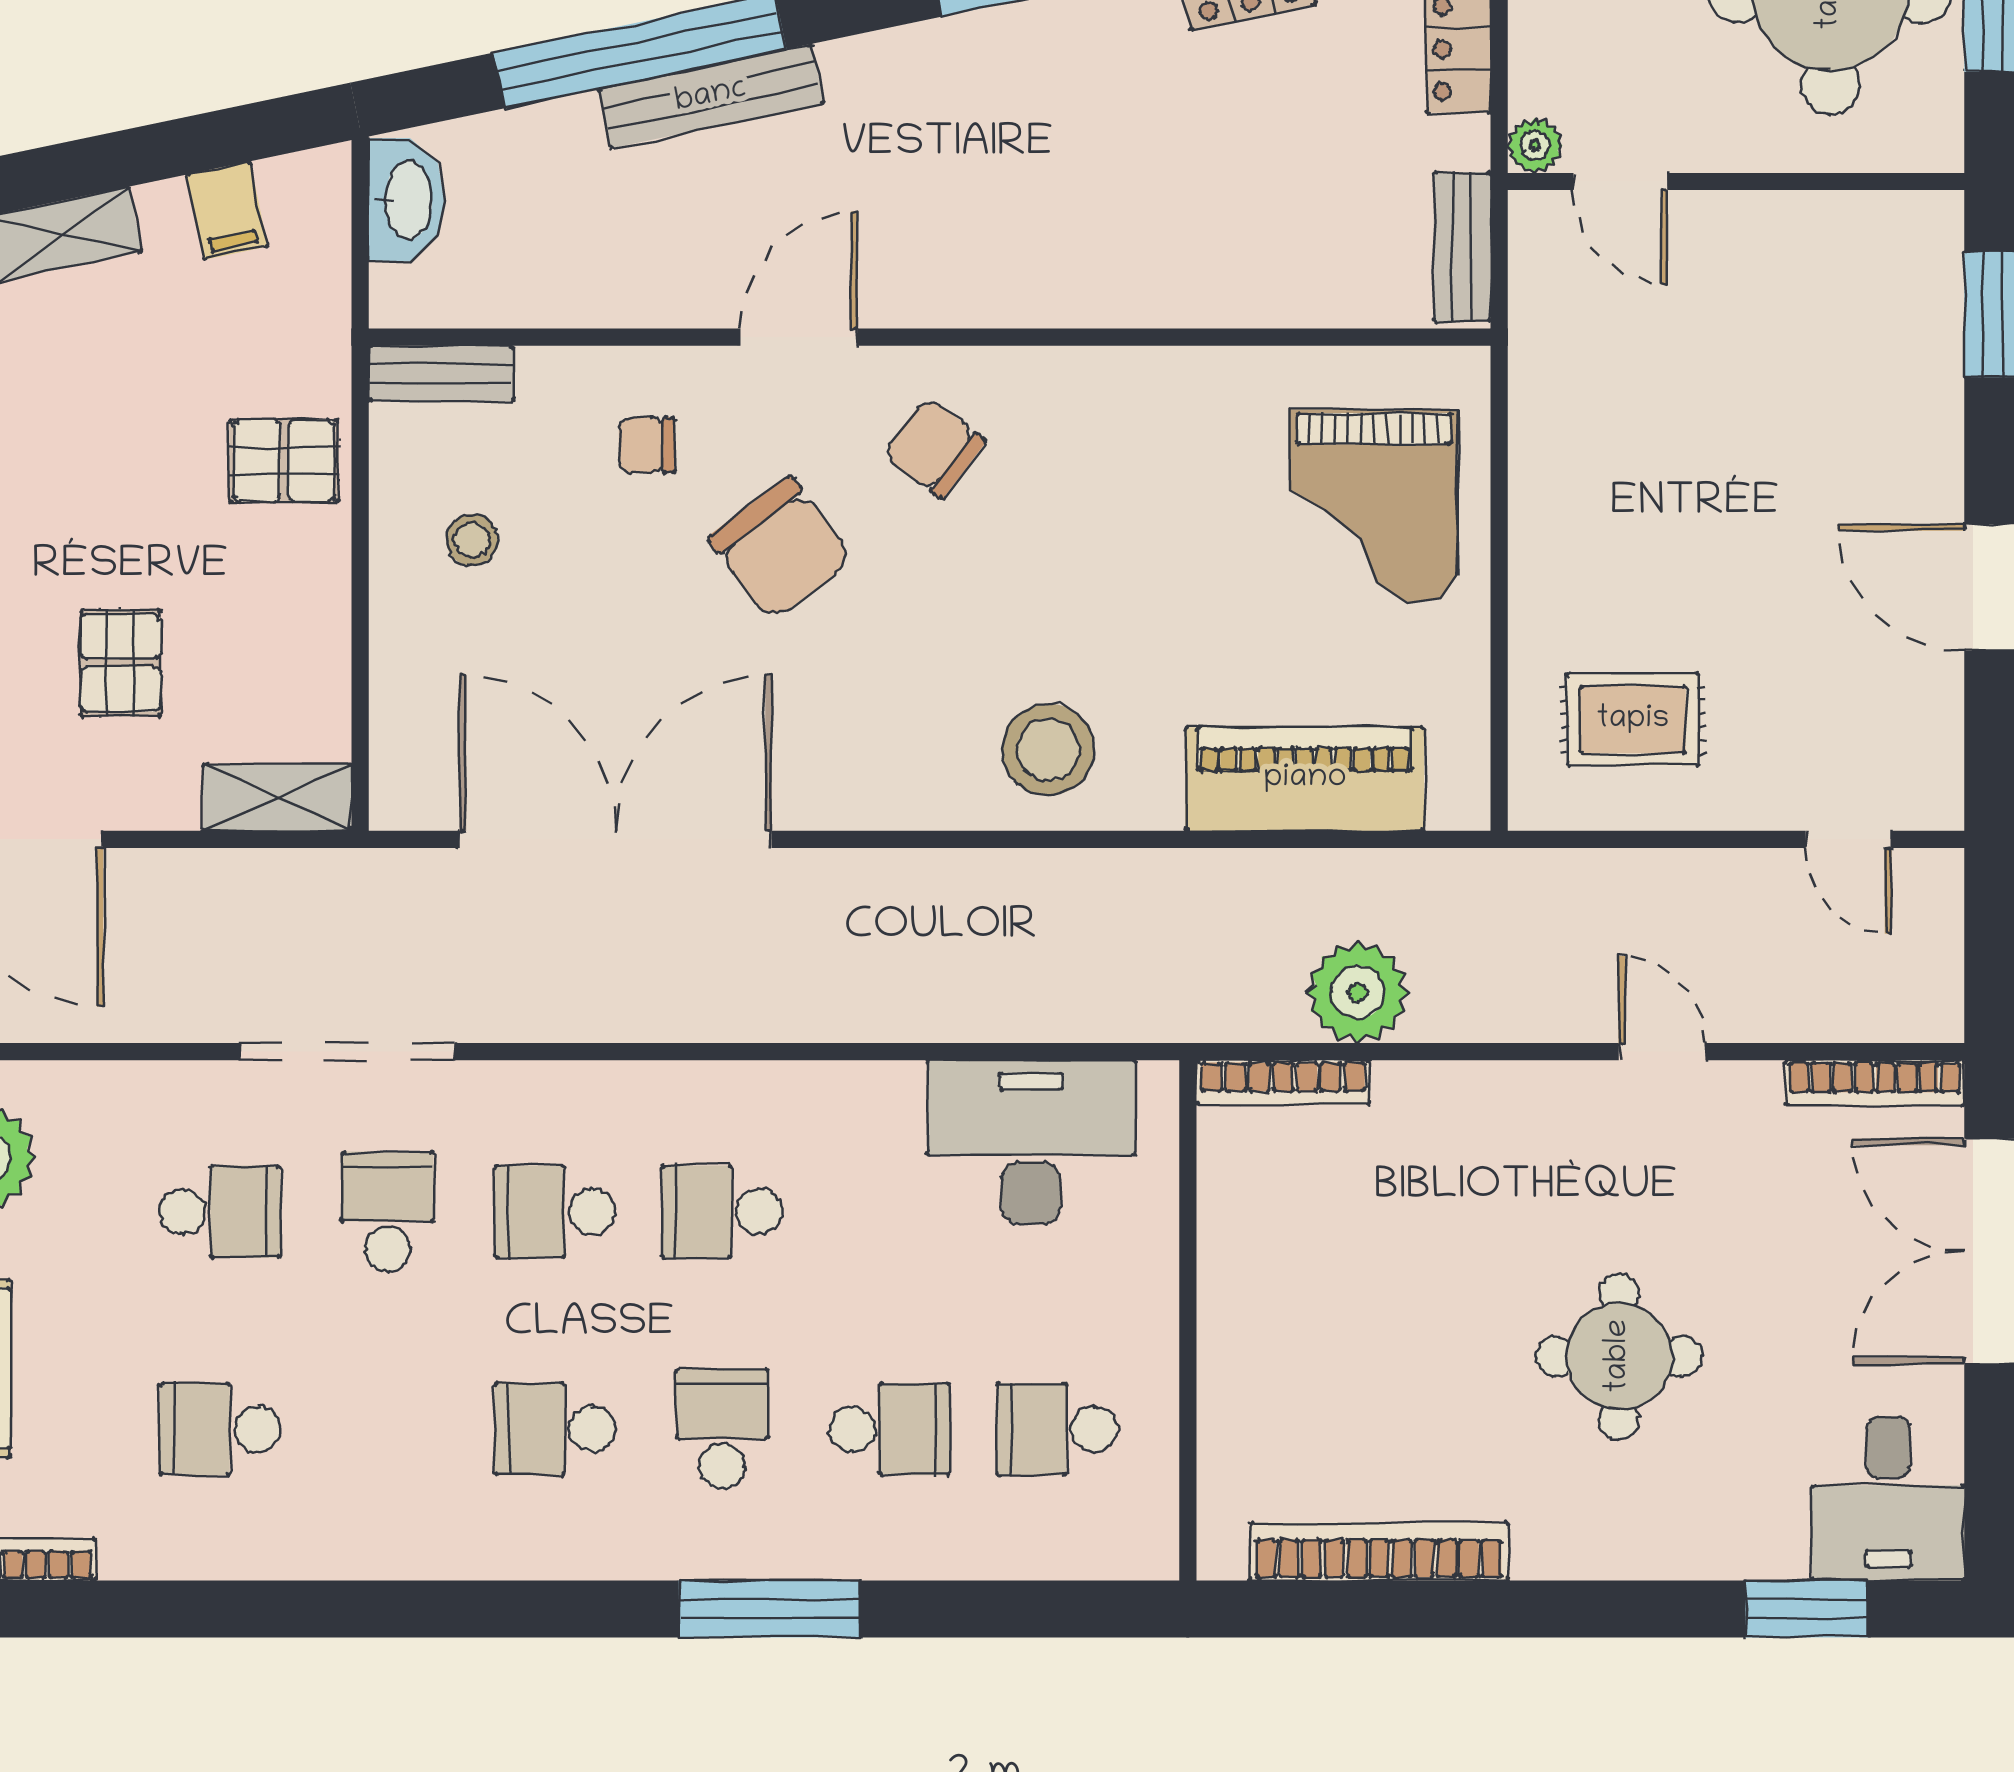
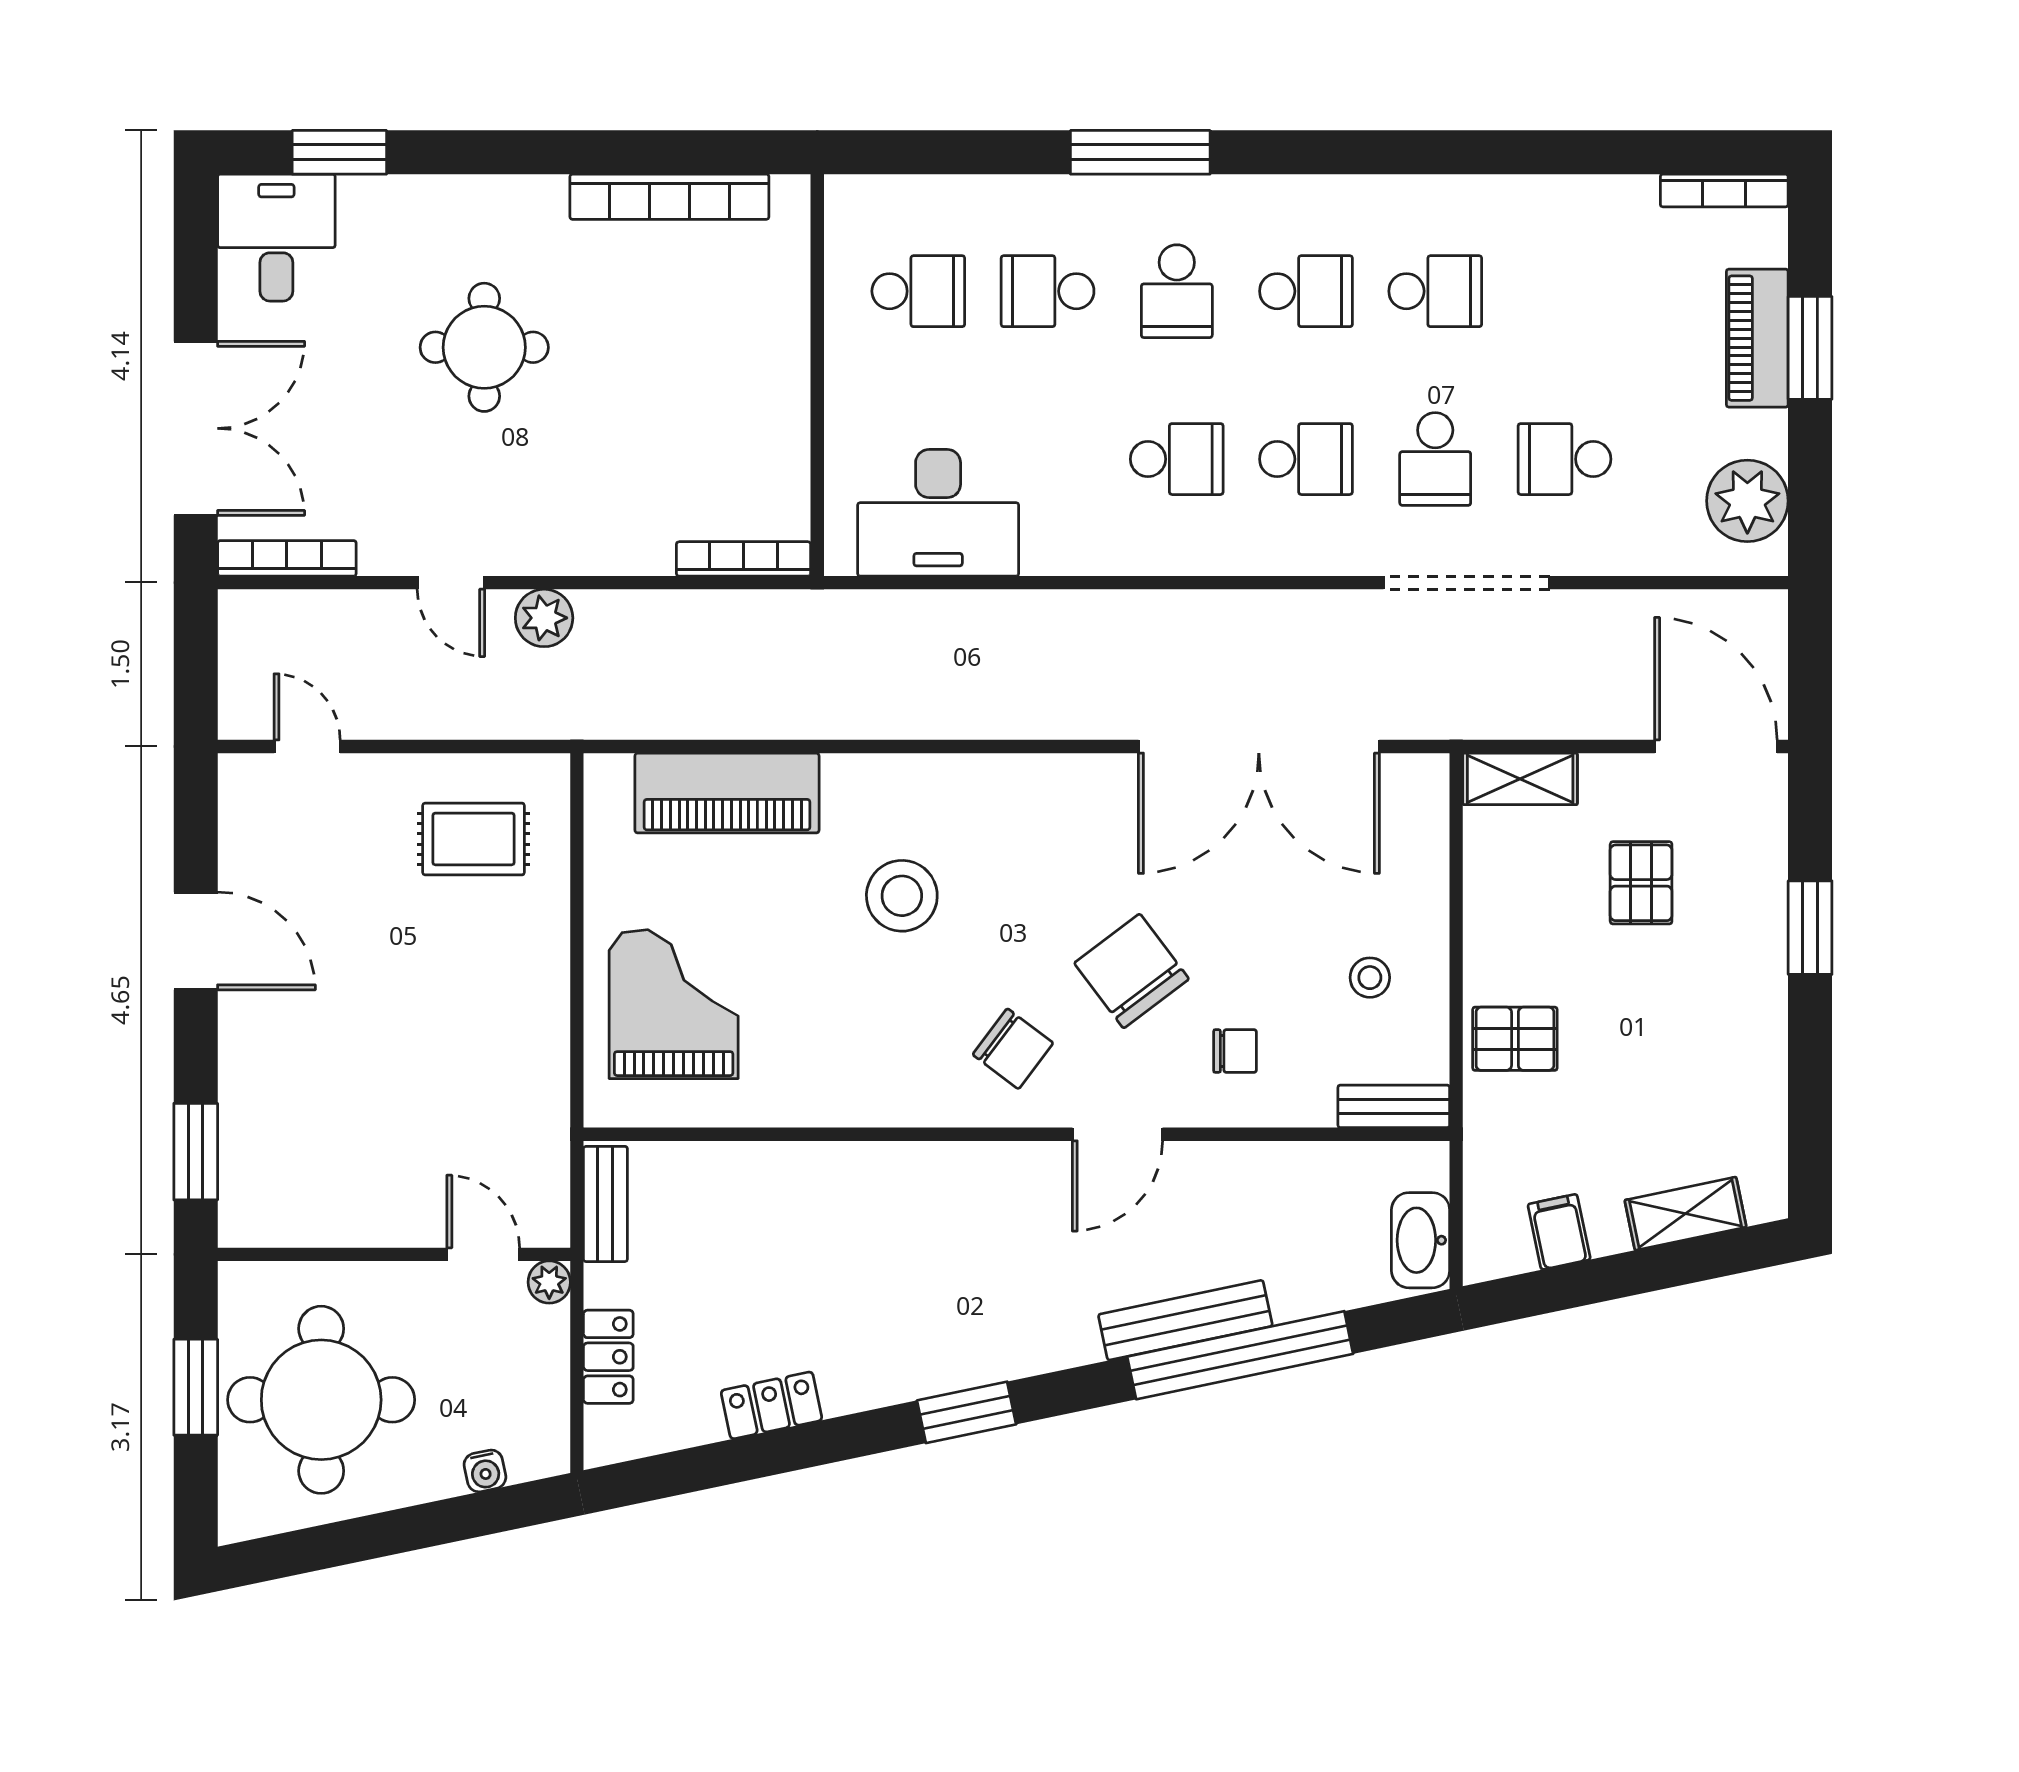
stool: (1048, 750) -> (902, 896), moved
plant: (1358, 992) -> (544, 618), moved, width x0.73, depth x0.73
school desk: (220, 1429) -> (1435, 291), moved

